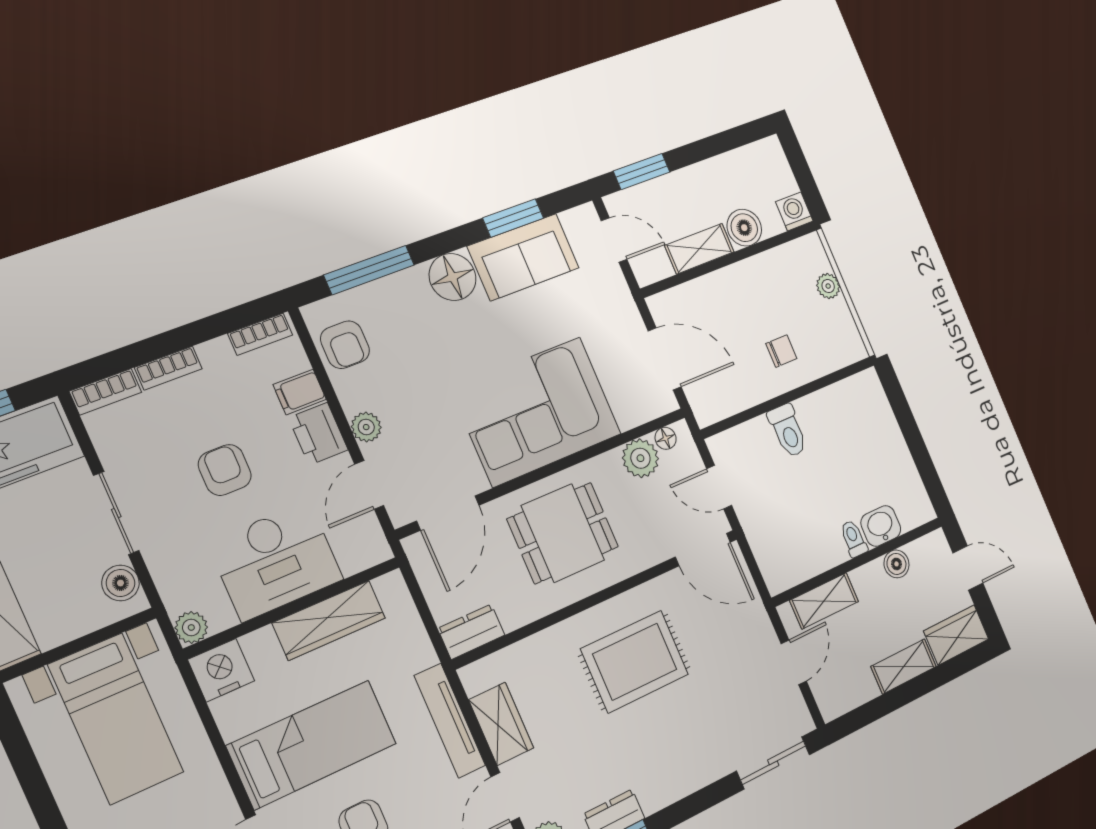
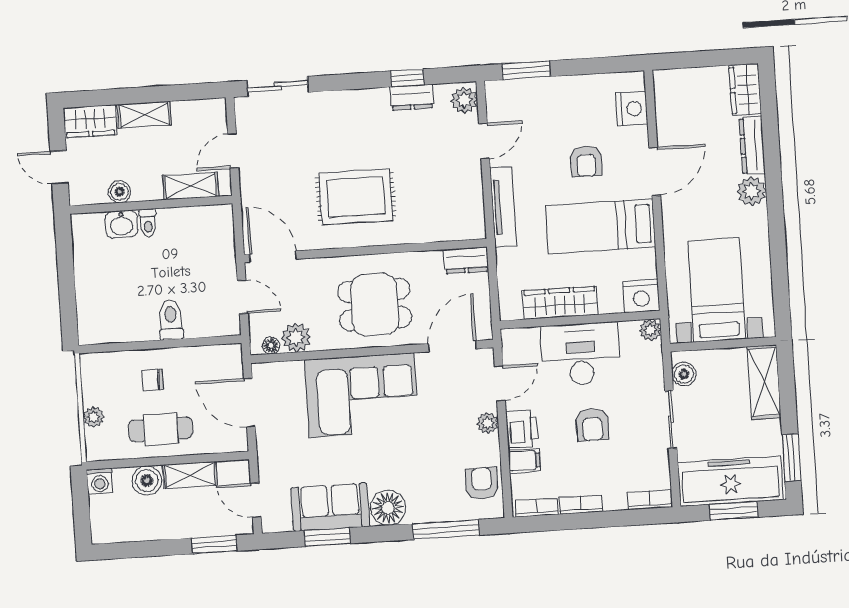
cafe table: (751, 294) -> (161, 429), added
bookcase: (168, 368) -> (581, 504), moved
wardrobe: (501, 724) -> (468, 191), removed

